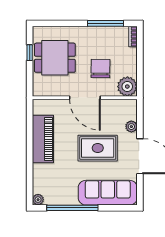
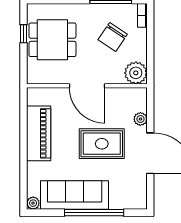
chair: (101, 68) -> (113, 37), moved, turned -147
sofa: (108, 193) -> (75, 195), moved
window: (72, 208) -> (94, 213), moved

